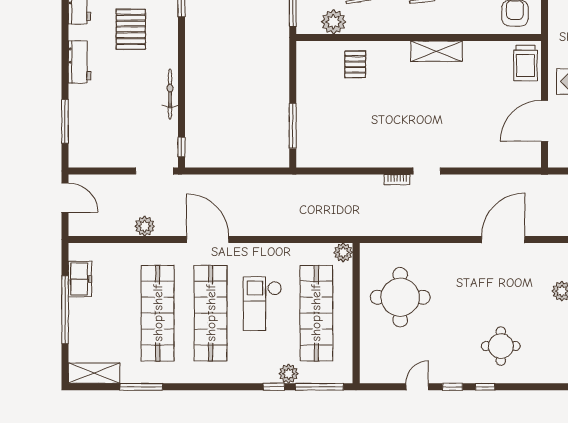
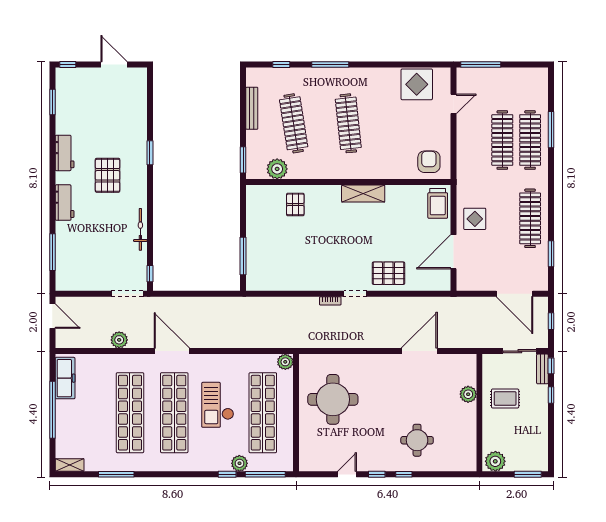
pallet: (467, 146) -> (388, 273), added
freezer: (80, 279) -> (65, 378), width x1.40
shelving: (94, 373) -> (70, 465), width x0.67, depth x0.75

